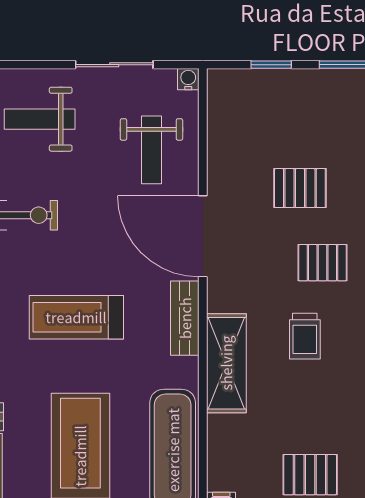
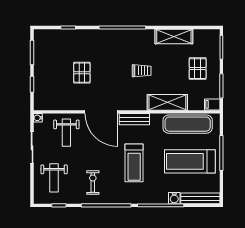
weight bench: (151, 150) -> (66, 133), turned 90
door: (203, 236) -> (101, 112), hinge flipped
pallet: (323, 263) -> (112, 64), removed
shelving: (226, 363) -> (167, 102), moved

